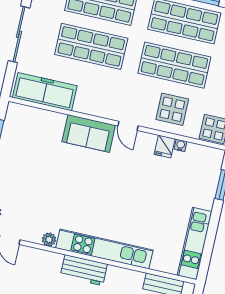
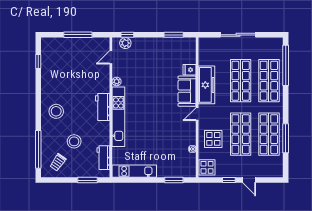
freezer: (45, 92) -> (206, 85), moved
fridge: (165, 147) -> (189, 70), moved

